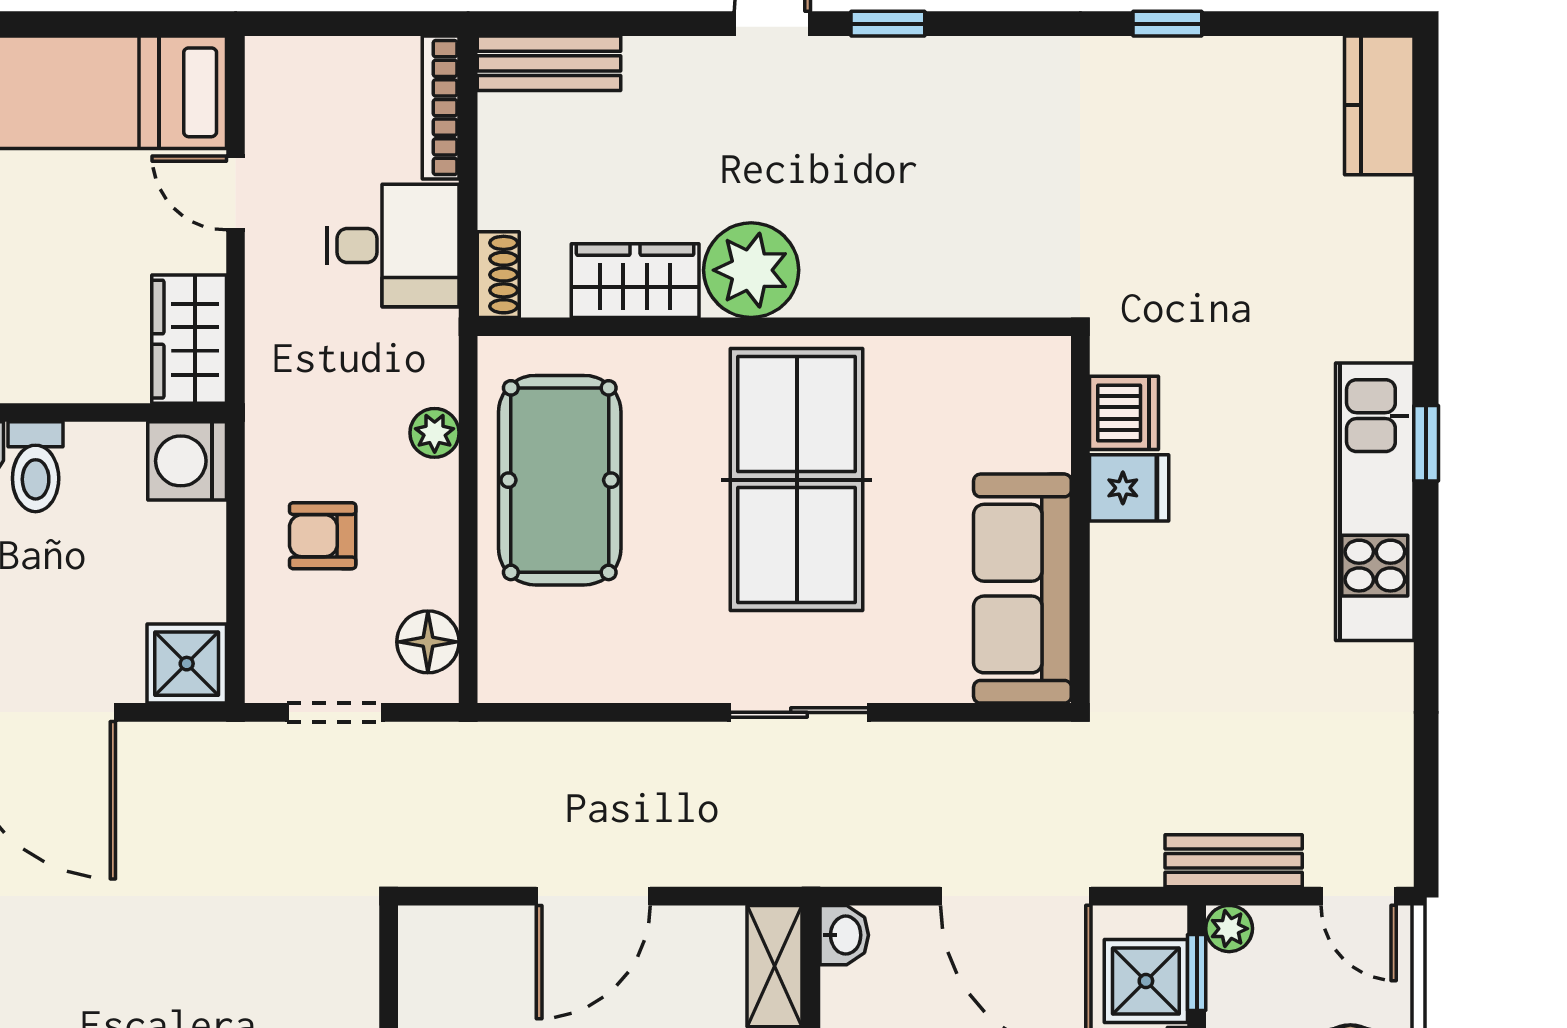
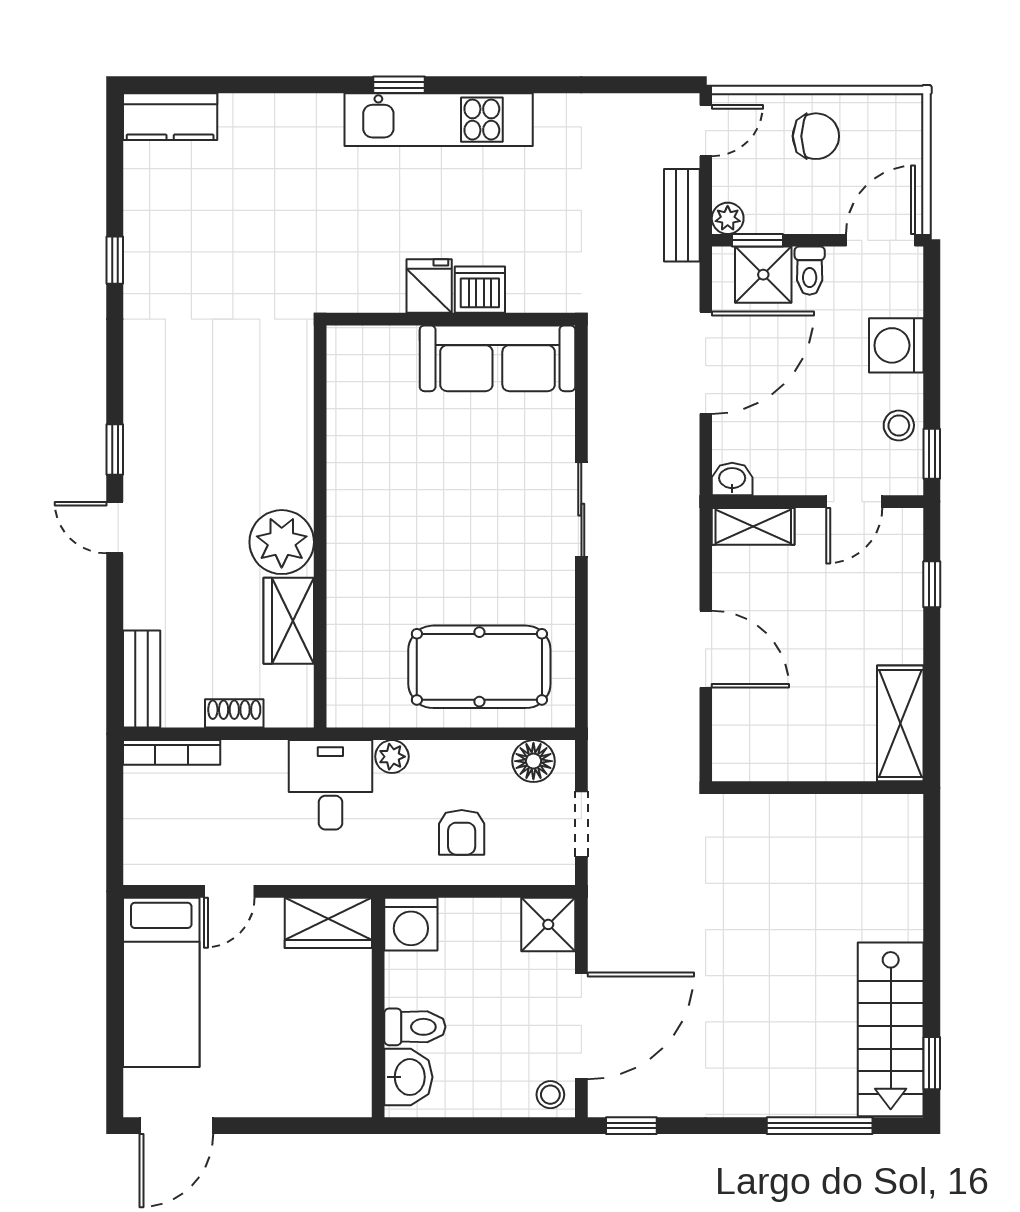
desk: (393, 245) -> (330, 785), moved
shoe rack: (498, 275) -> (234, 713), moved
dishwasher: (1124, 413) -> (480, 290), moved
pool table: (560, 480) -> (479, 667), moved
table tennis table: (797, 480) -> (424, 511), removed

